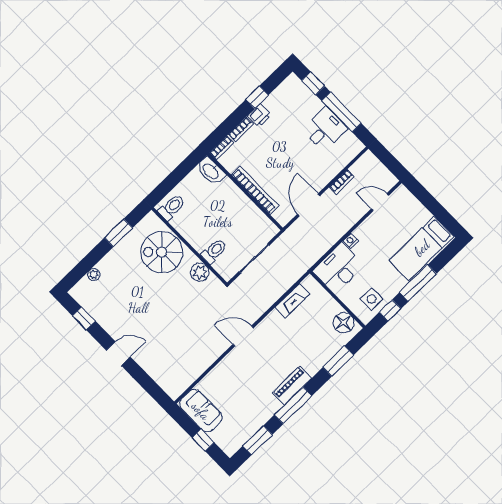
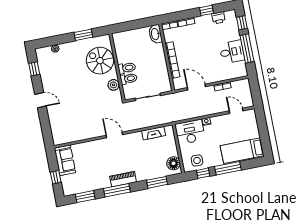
printer: (259, 115) -> (219, 18), moved
door: (309, 205) -> (196, 87), hinge flipped
toilet: (172, 207) -> (127, 68), moved

